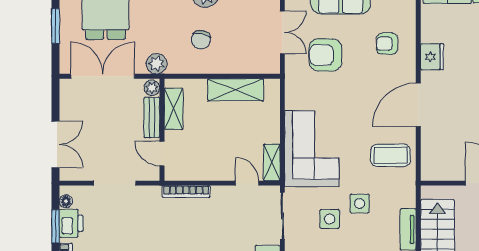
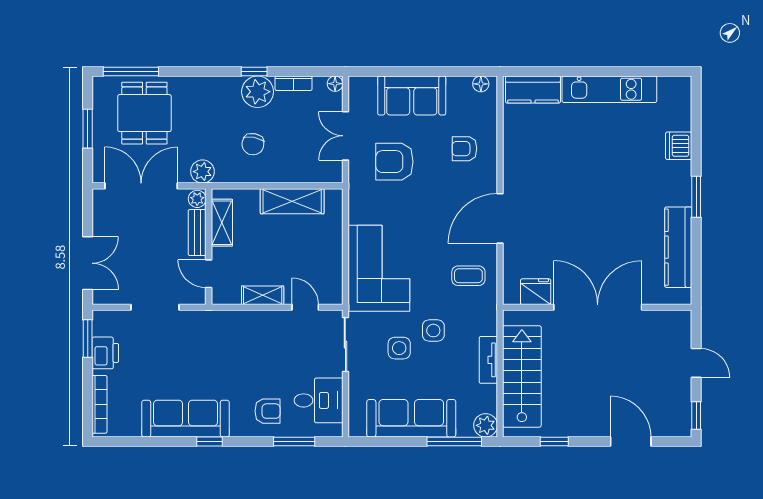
double door: (282, 32) -> (345, 136), swing flipped
fridge: (432, 57) -> (536, 292), moved, turned -90
coffee table: (390, 155) -> (468, 276), width x0.73, depth x0.77
shelving: (272, 162) -> (263, 295), moved, turned 90
bookcase: (186, 192) -> (236, 317), removed
floor lamp: (66, 201) -> (99, 328), removed
window: (56, 226) -> (88, 338), moved

